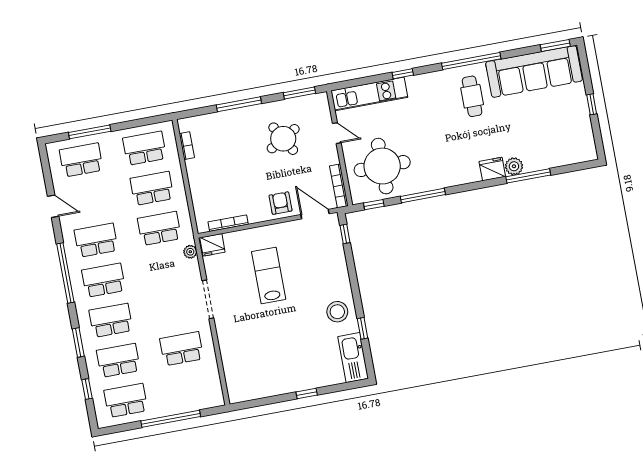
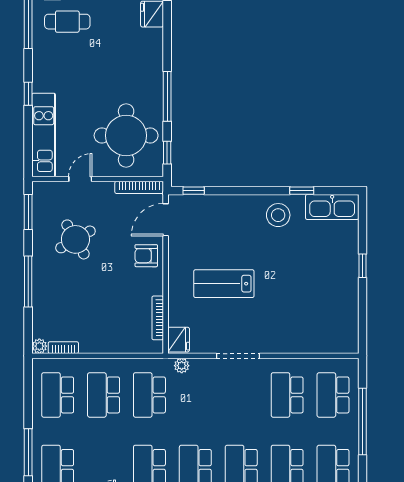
plant: (184, 124) -> (39, 346), added
school desk: (189, 389) -> (333, 395), added

